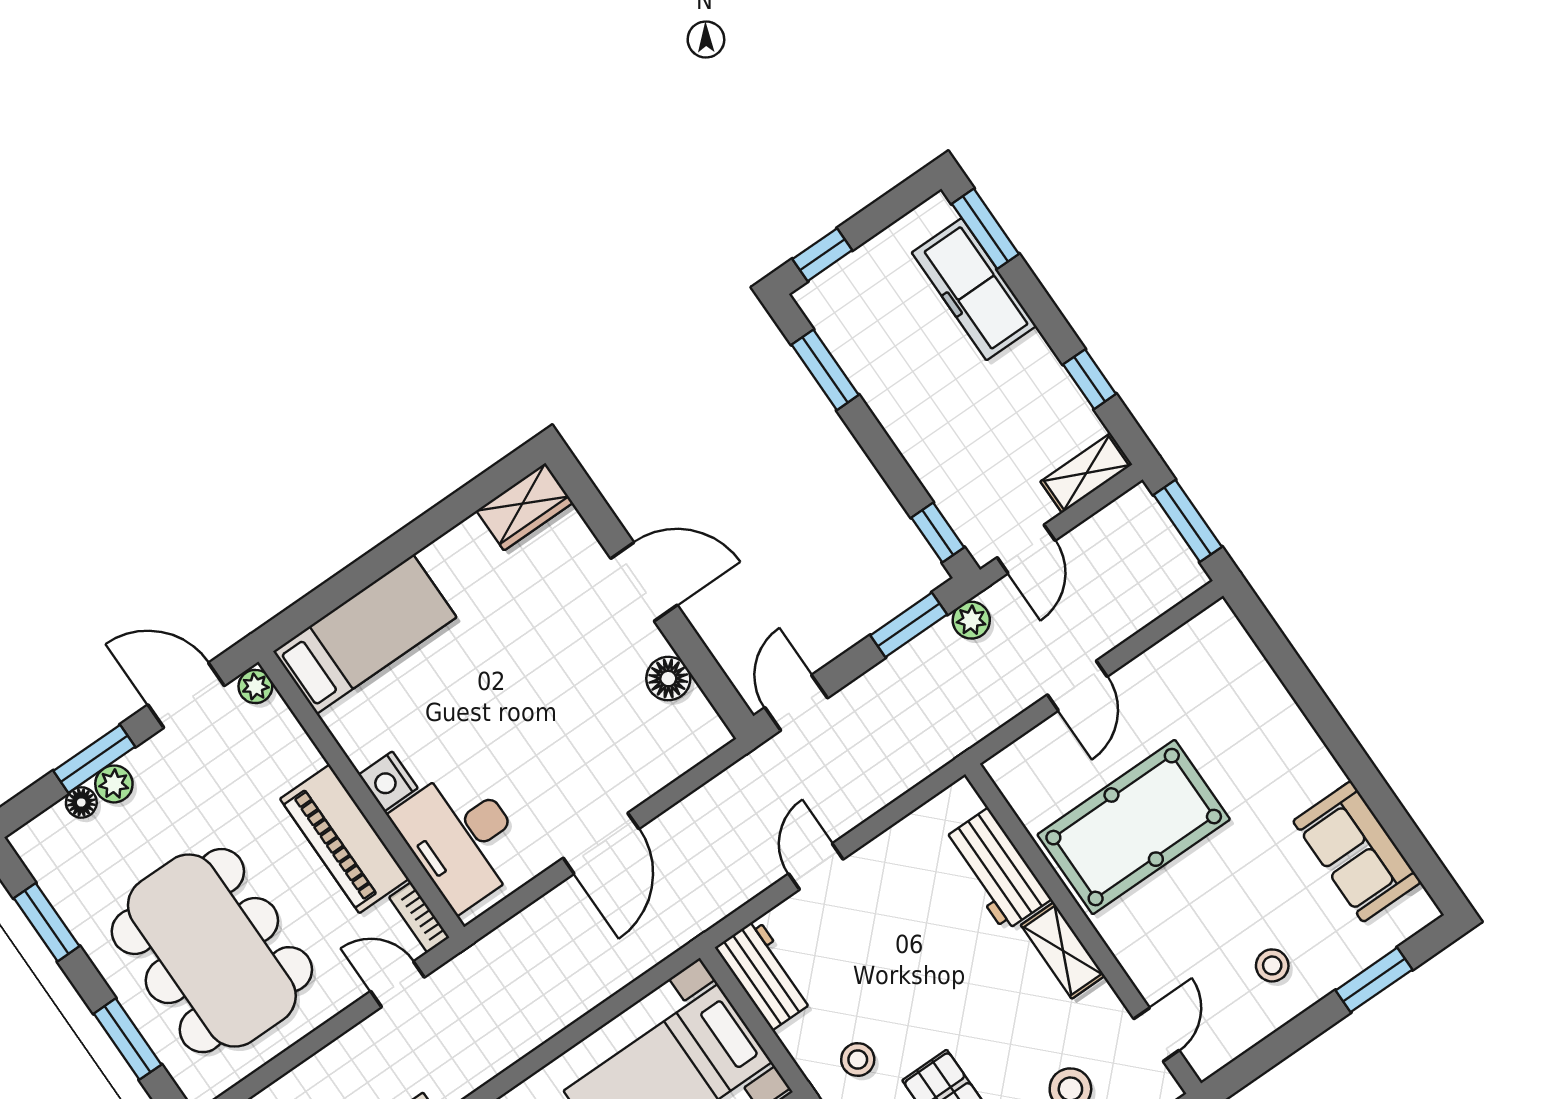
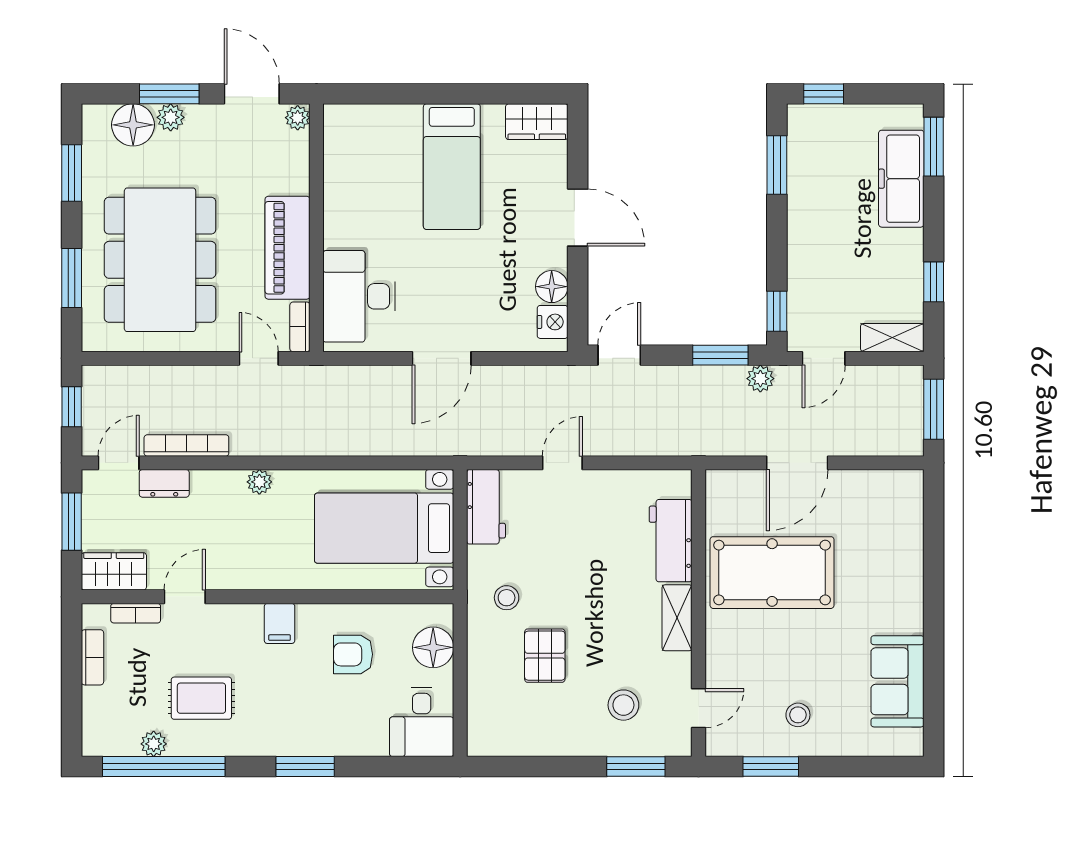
bed: (365, 634) -> (452, 167), moved, turned 90
door: (1077, 686) -> (797, 463), width x1.38
nightstand: (388, 781) -> (553, 322), moved, turned 180
floor lamp: (81, 802) -> (133, 125), width x1.89, depth x1.89
window: (1374, 980) -> (771, 767), moved

